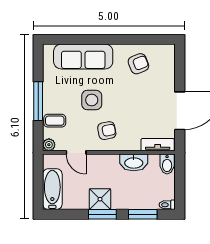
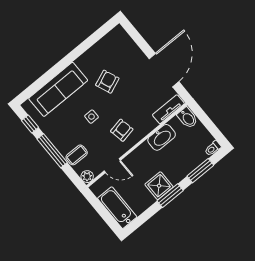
armchair: (138, 64) -> (107, 82), moved
window: (38, 65) -> (30, 124), added
side table: (92, 100) -> (91, 117), width x0.54, depth x0.54

